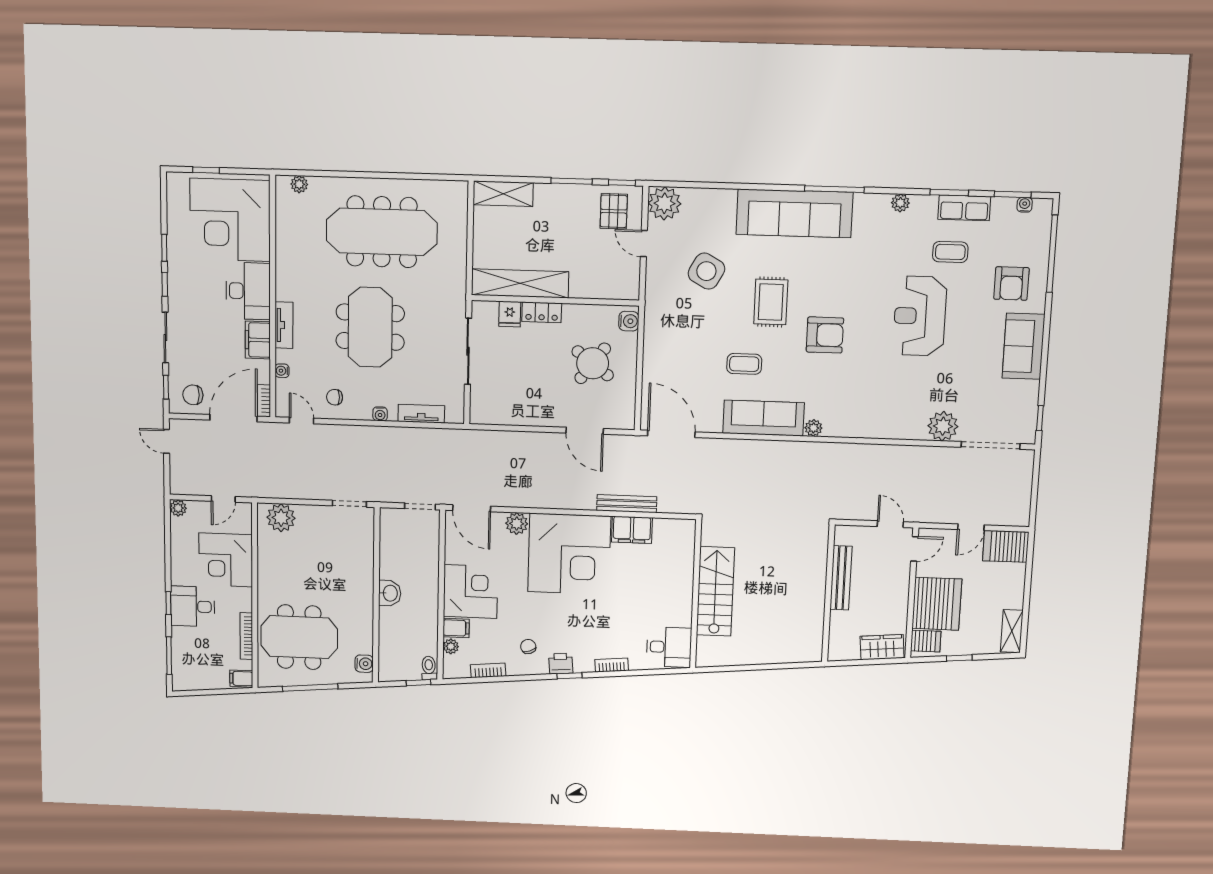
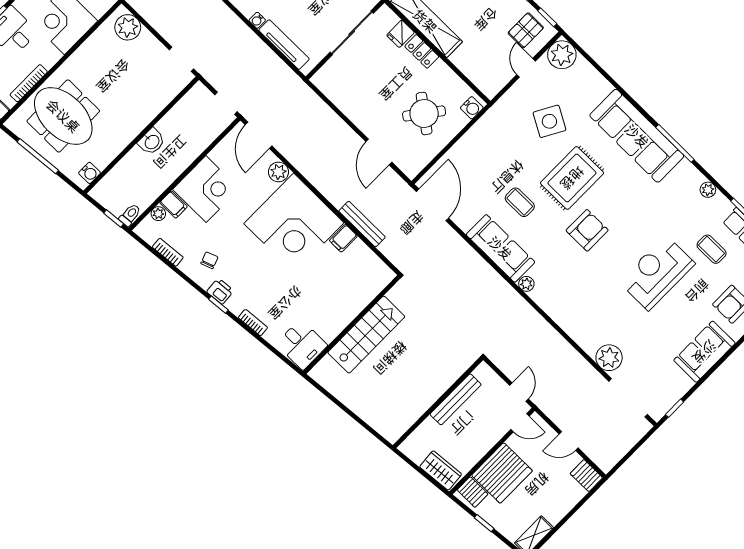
rug: (771, 302) -> (572, 178), width x1.36, depth x1.43
armchair: (825, 335) -> (587, 230), turned -90
tv unit: (421, 414) -> (284, 45), width x1.41
filing cabinet: (632, 530) -> (343, 238), width x0.50
server rack: (1006, 546) -> (586, 476), width x0.73, depth x0.70

